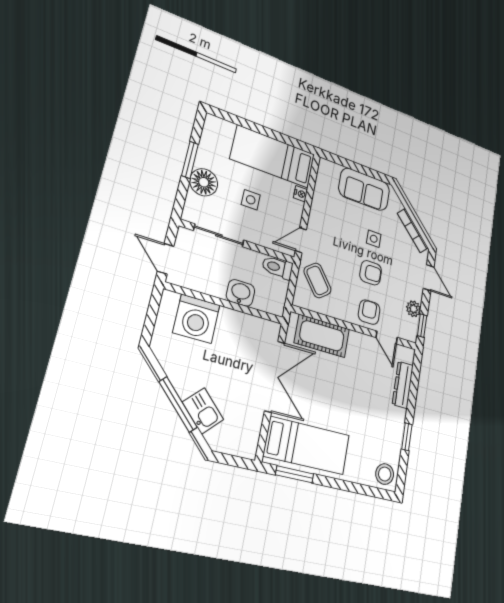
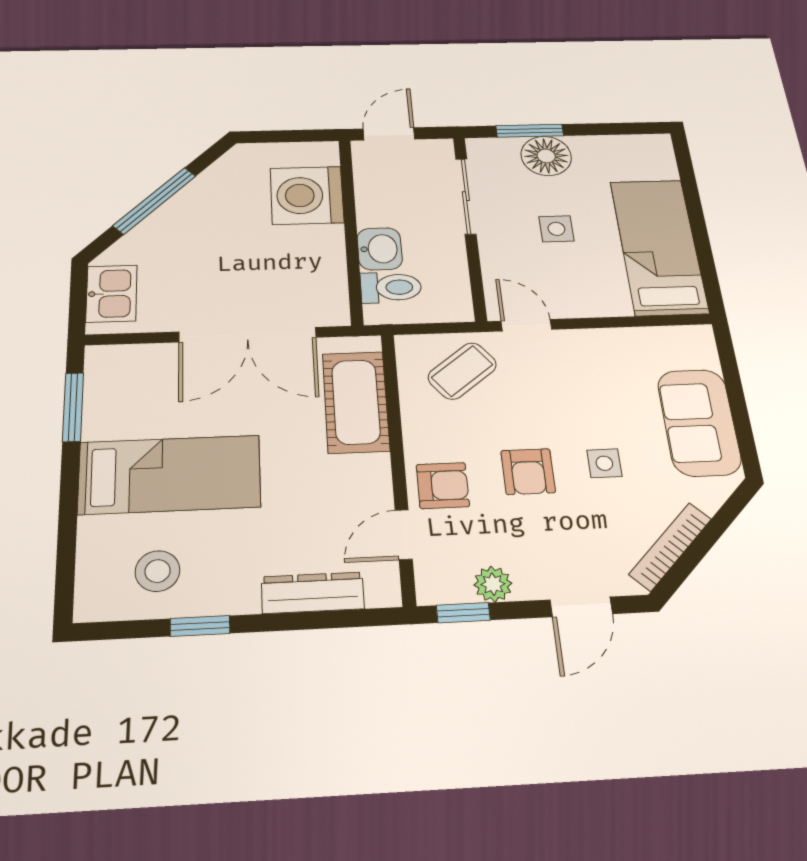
window: (190, 160) -> (530, 131), moved
nightstand: (301, 194) -> (617, 306), removed
toilet: (278, 267) -> (391, 287), moved, turned 90
kitchen sink: (203, 411) -> (111, 294), moved, turned -45
bed: (307, 446) -> (170, 475), moved, turned -90
stool: (385, 474) -> (157, 571), moved

